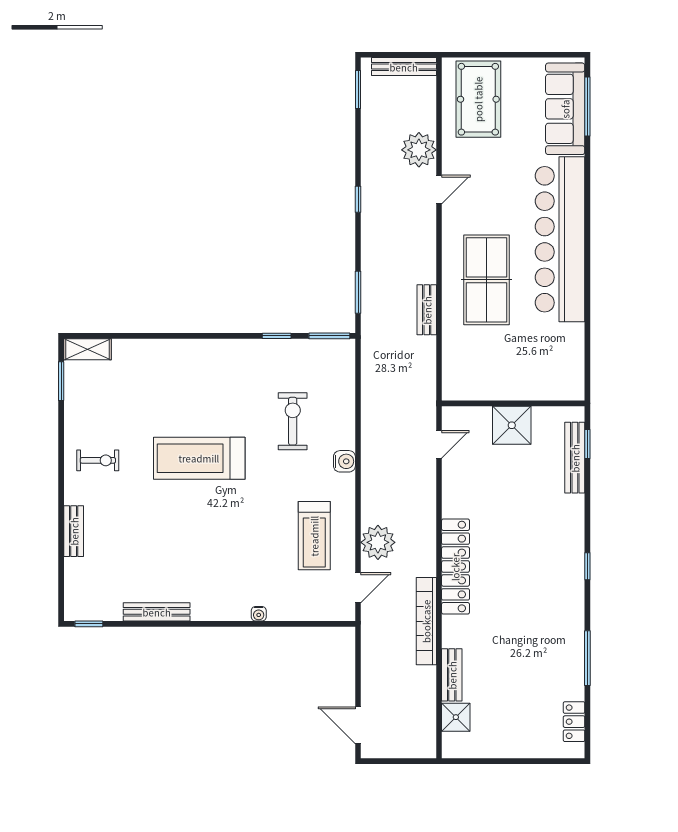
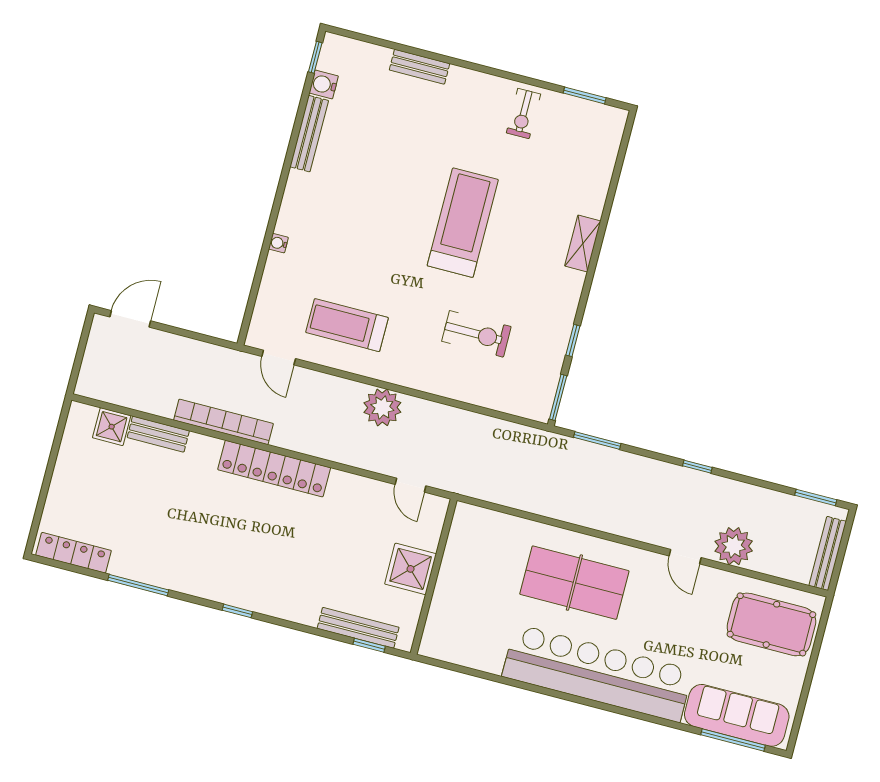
bench: (427, 310) -> (559, 510), removed
shelving: (88, 349) -> (583, 244), moved
exercise bike: (98, 460) -> (523, 113), moved
water cooler: (344, 461) -> (324, 84), moved, turned 90
plant: (378, 542) -> (382, 407), moved
locker: (574, 722) -> (74, 553), width x1.53

